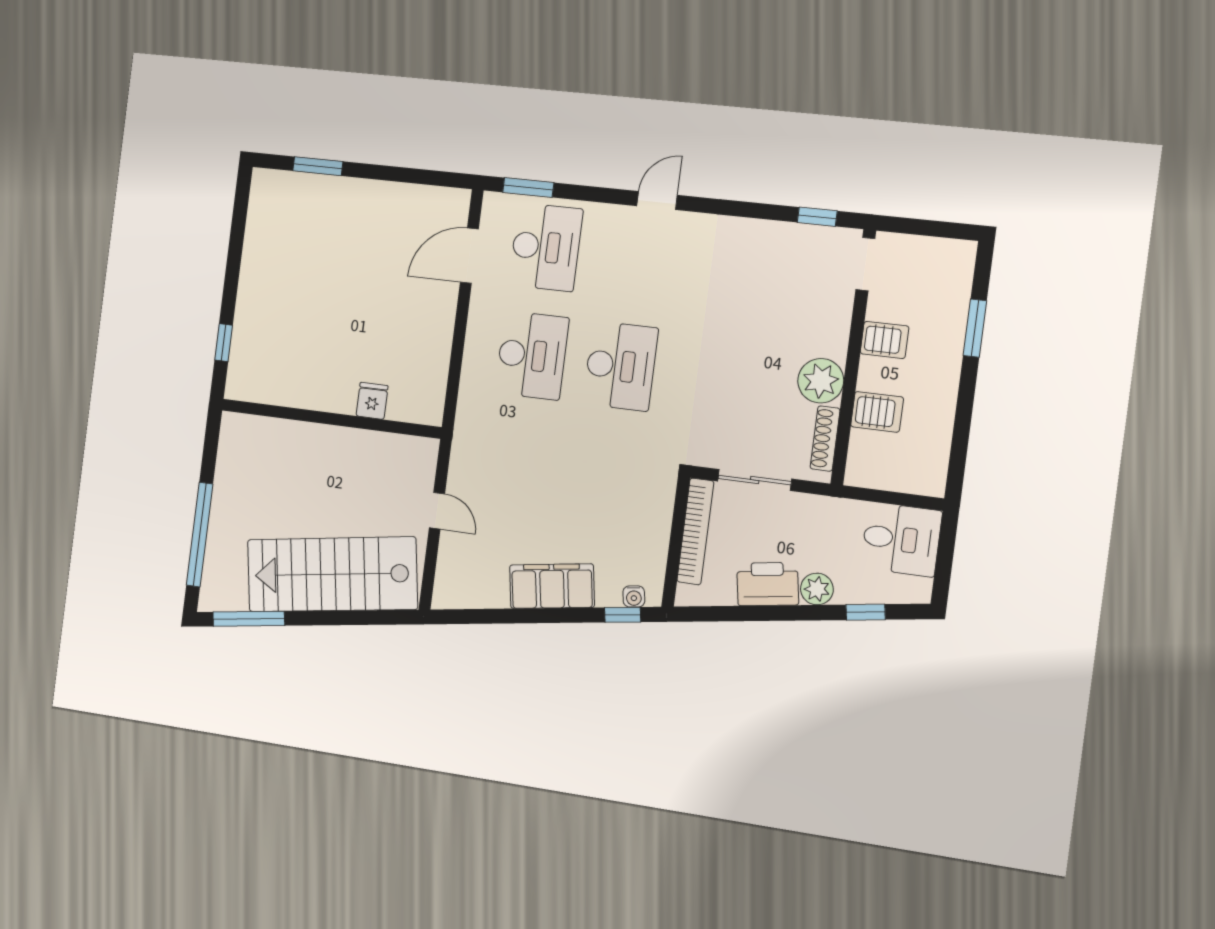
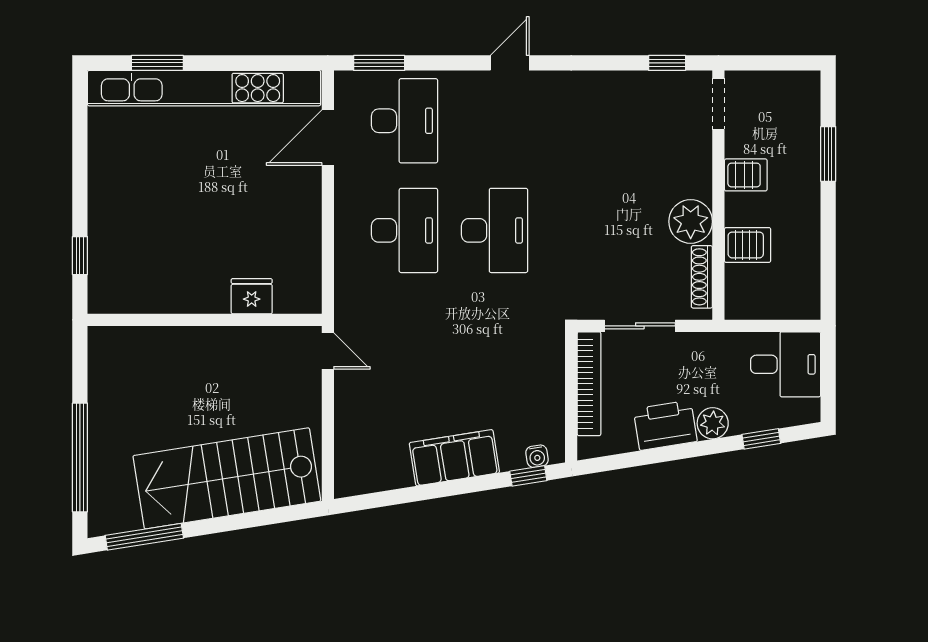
kitchen unit: (358, 195) -> (204, 88), added
fridge: (372, 401) -> (252, 296), width x1.38
door: (437, 511) -> (328, 351), moved

